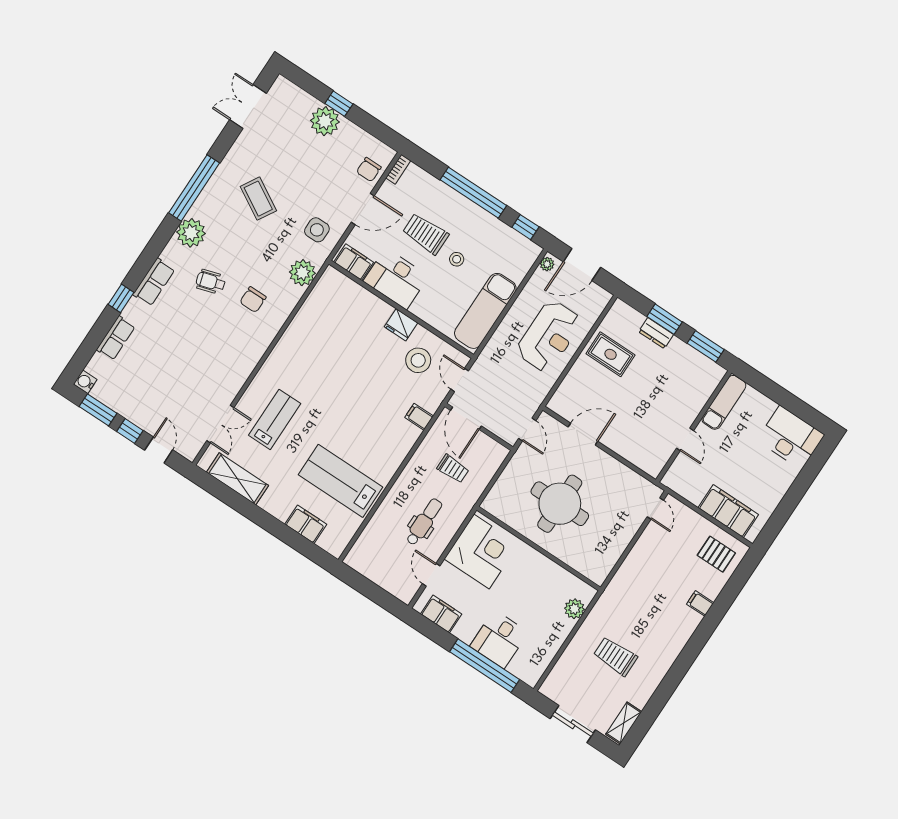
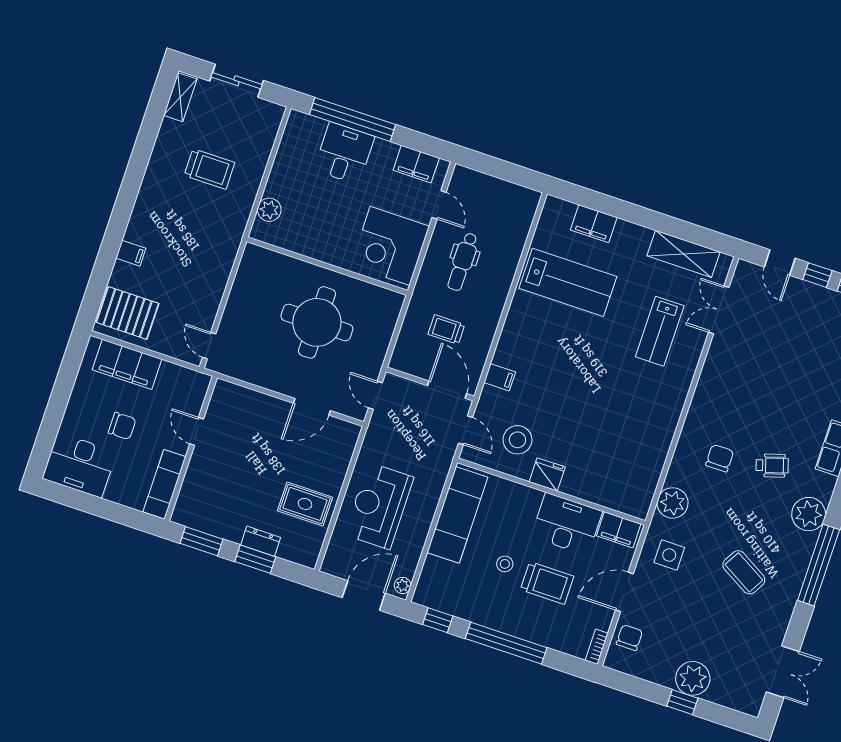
chair: (746, 461) -> (122, 426), added
pallet: (716, 554) -> (128, 313), width x1.50, depth x1.42

